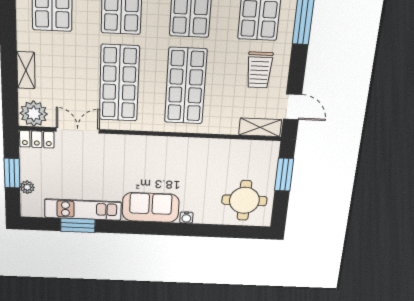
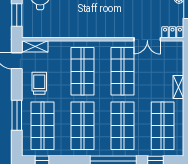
shelving: (26, 70) -> (178, 87), moved
plant: (34, 114) -> (174, 49), removed

